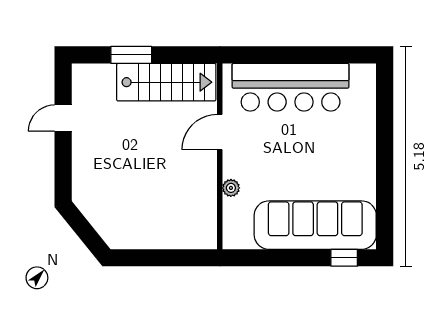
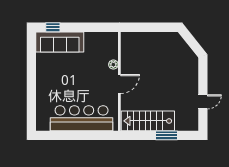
door: (220, 132) -> (119, 84), moved
sofa: (315, 225) -> (60, 42), width x0.74, depth x0.79

